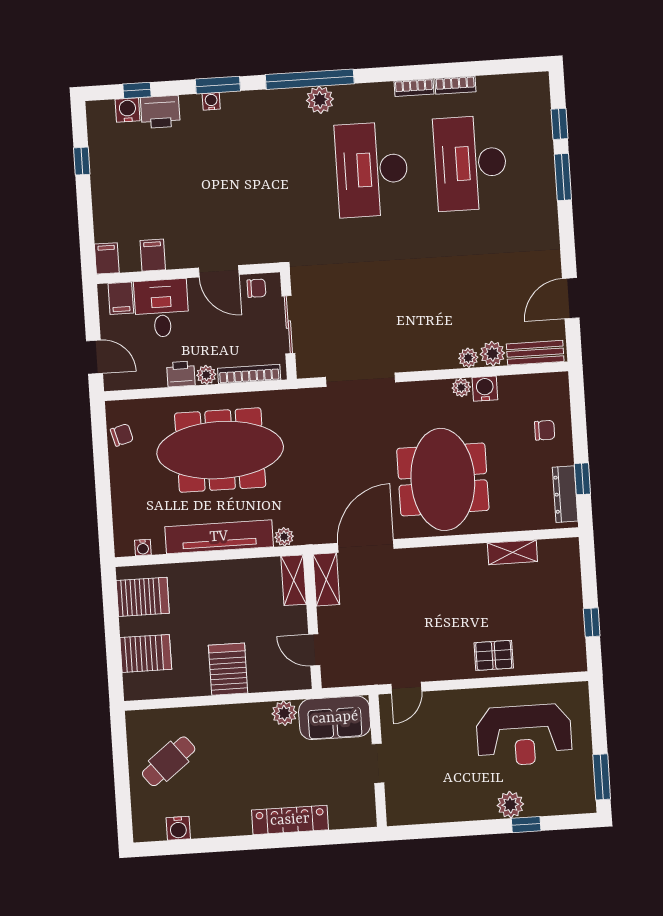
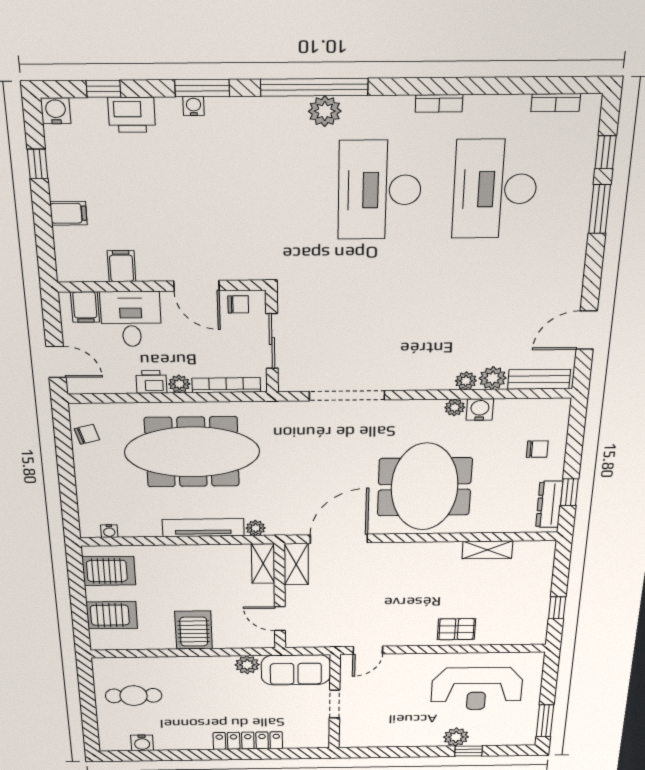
bookcase: (455, 85) -> (556, 103), moved
water cooler: (128, 110) -> (56, 111), moved
filing cabinet: (107, 258) -> (69, 213), moved, turned 90
tv unit: (219, 537) -> (203, 528), width x0.73, depth x0.78
cafe table: (169, 761) -> (134, 696), turned 38

